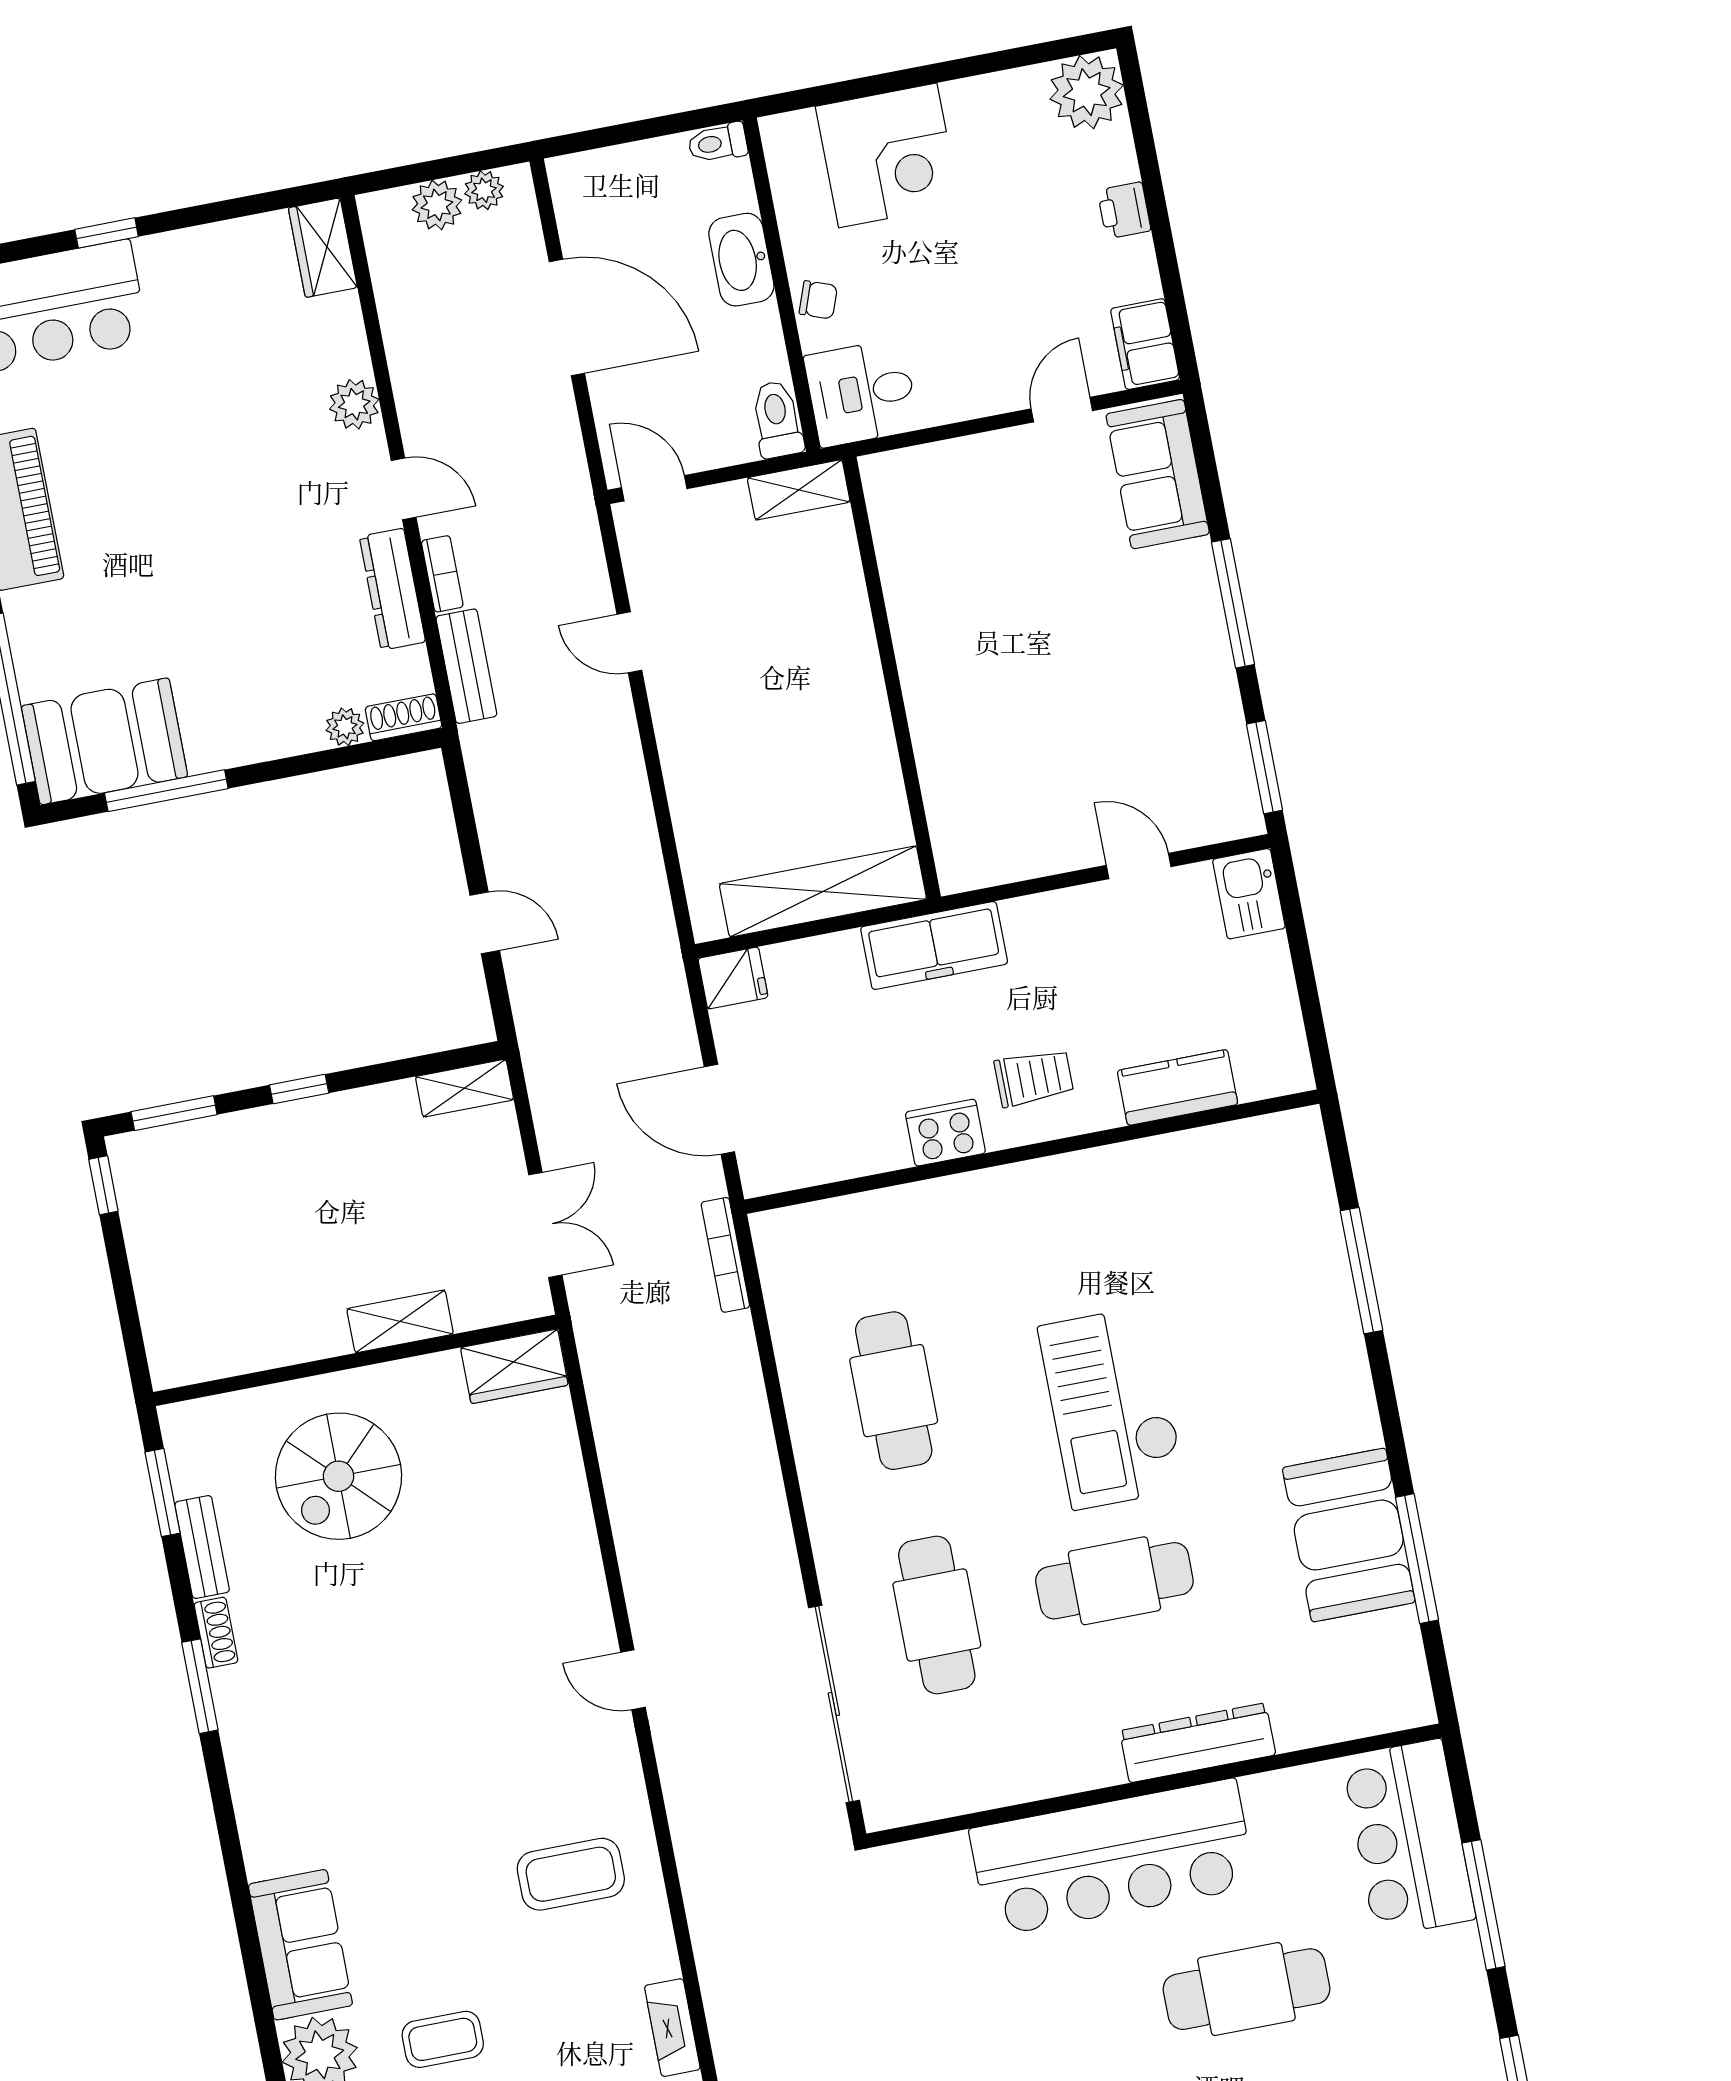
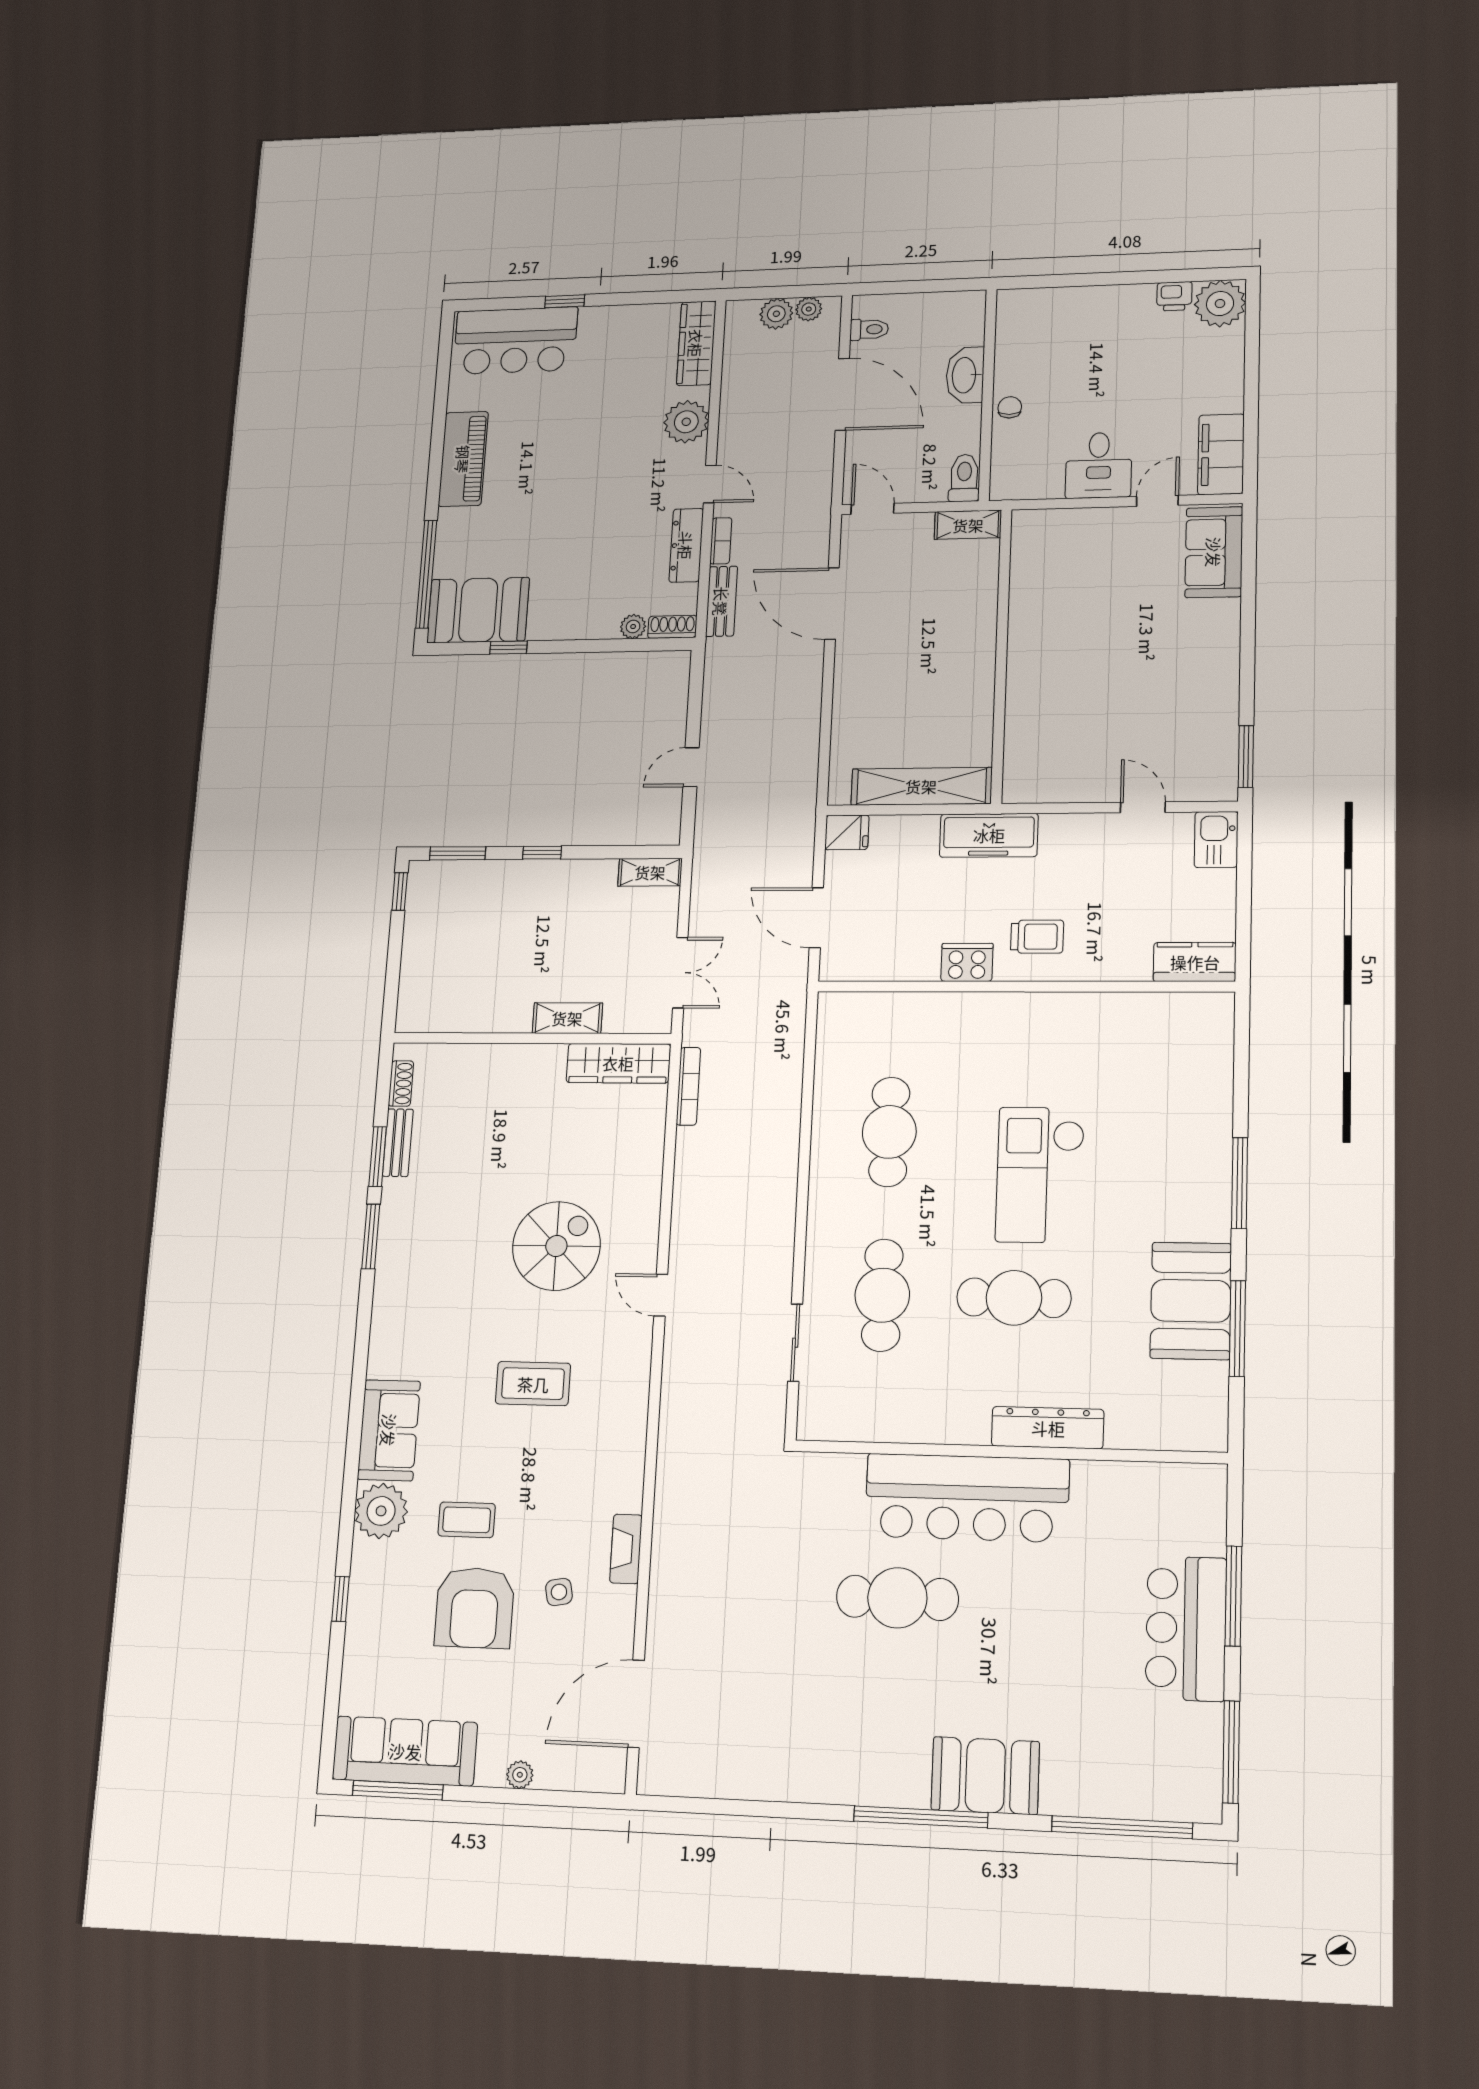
toilet: (718, 143) -> (869, 329), moved, turned 180
corner desk: (888, 155) -> (1077, 324), removed
printer: (1124, 210) -> (1174, 296), moved, turned -90
wardrobe: (323, 248) -> (696, 343), width x1.50
chair: (818, 300) -> (1010, 407), turned -110
filing cabinet: (1145, 344) -> (1221, 454), width x1.50, depth x1.17
desk: (861, 393) -> (1099, 465), moved, turned -90
plant: (354, 404) -> (686, 422), width x1.36, depth x1.36
window: (1233, 603) -> (1248, 644), removed
door: (629, 642) -> (832, 603), width x1.88
window: (166, 791) -> (509, 648), width x0.46
door: (485, 923) -> (691, 767), swing flipped
kitchen counter: (1178, 1087) -> (1195, 962), moved
bookcase: (725, 1255) -> (688, 1086), moved, turned 180
window: (1361, 1271) -> (1240, 1183), moved
wardrobe: (514, 1366) -> (618, 1063), width x1.50
spiral stairs: (339, 1476) -> (556, 1246), moved, turned 180
window: (163, 1493) -> (377, 1157), moved
shoe rack: (216, 1633) -> (401, 1083), moved
sliding door: (834, 1704) -> (795, 1343), width x0.54
bar counter: (1409, 1838) -> (1186, 1628), moved
coffee table: (571, 1874) -> (533, 1384), moved
cafe table: (1246, 1989) -> (897, 1598), moved

